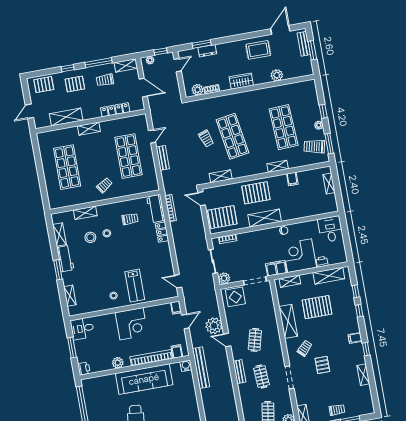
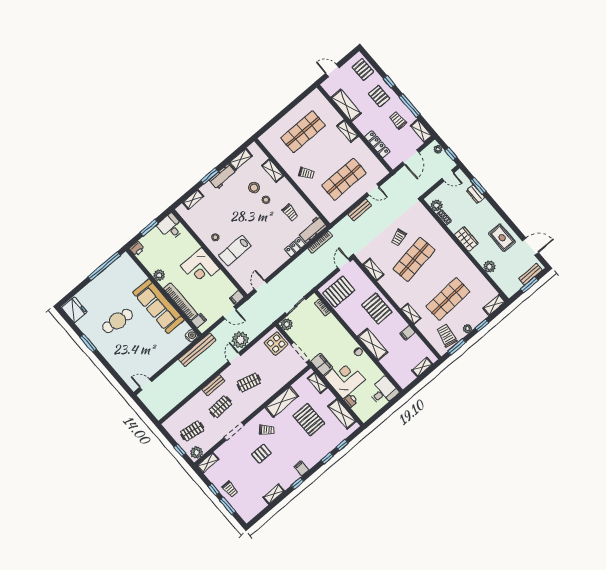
shelving: (312, 90) -> (494, 305), added
pallet: (222, 217) -> (339, 292), turned 90
shelving: (265, 218) -> (373, 344), moved

